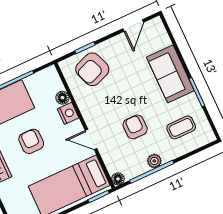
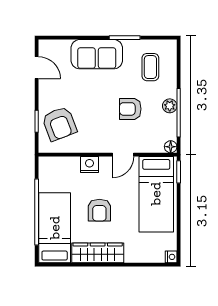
floor lamp: (62, 98) -> (73, 163), removed
armchair: (31, 141) -> (99, 210), turned -90

